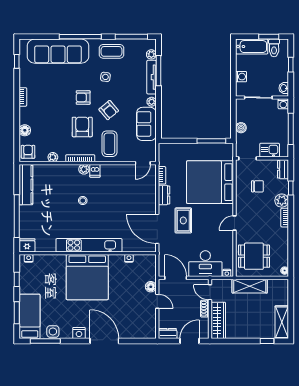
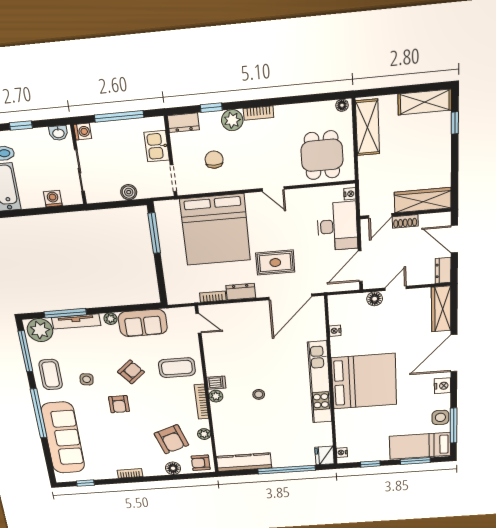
plant: (151, 54) -> (40, 330), width x1.87, depth x1.87
armchair: (82, 127) -> (171, 439), moved, turned -109
shelving: (250, 286) -> (367, 127), moved
wardrobe: (139, 332) -> (441, 309), added

